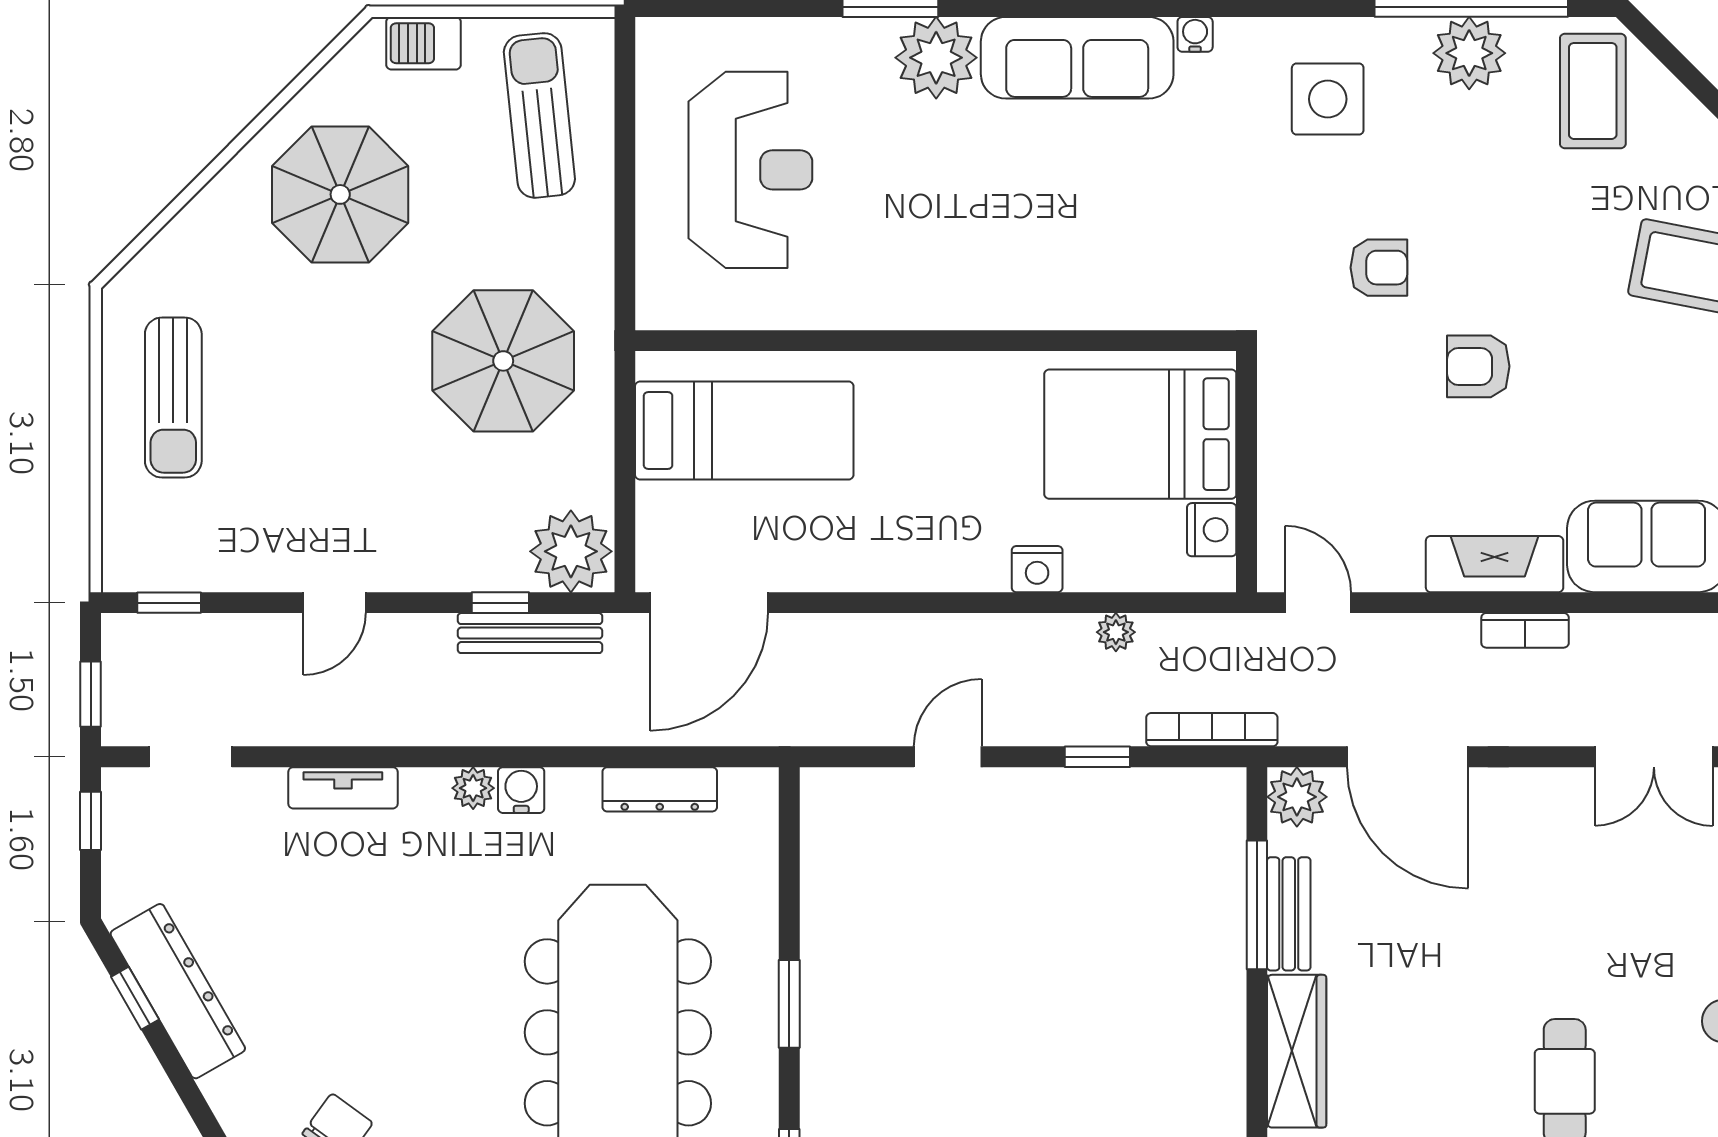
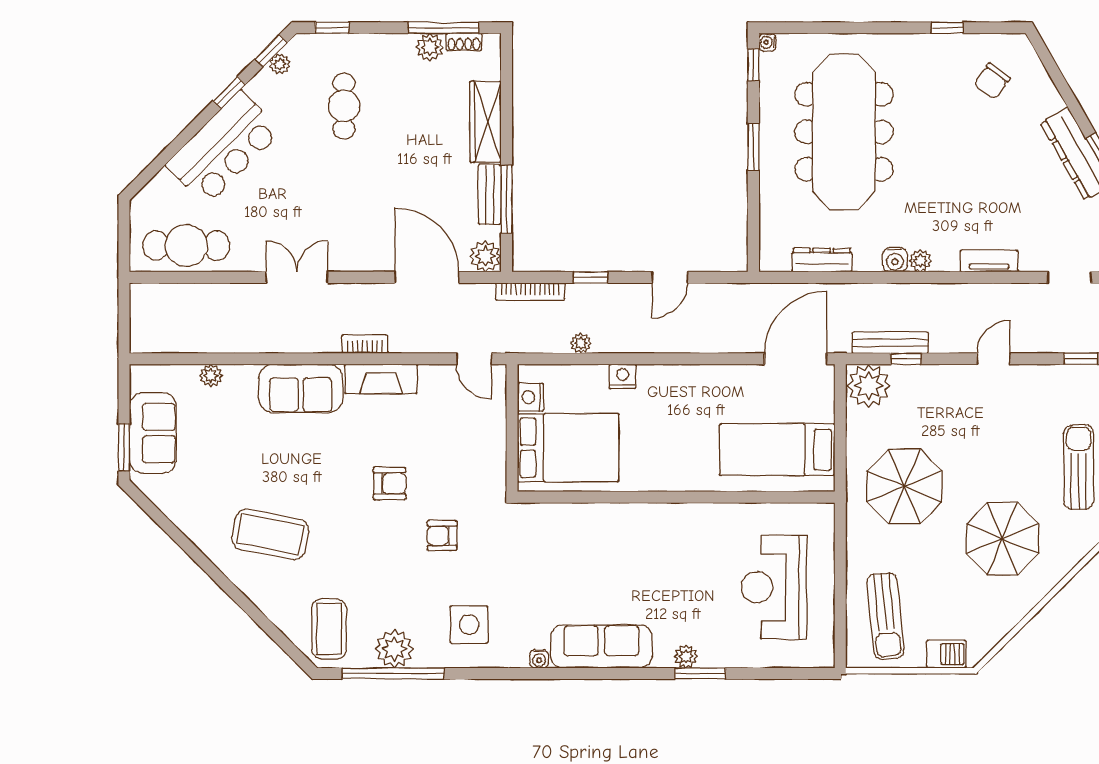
plant: (936, 58) -> (686, 657), width x0.53, depth x0.53
parasol: (340, 194) -> (1002, 539), moved

